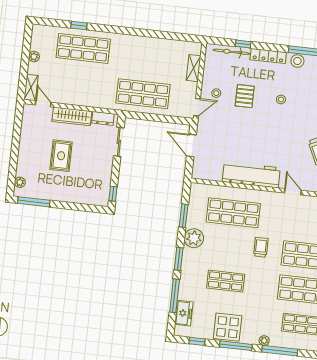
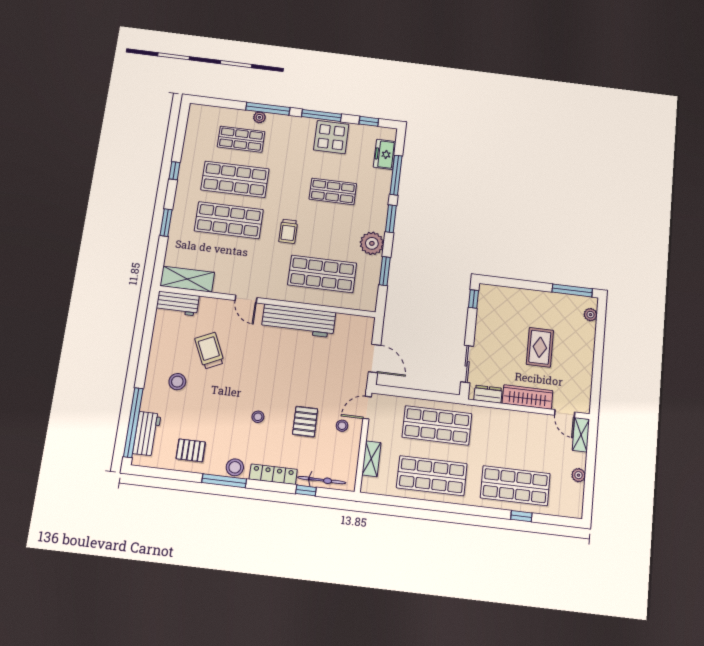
shop shelf: (147, 56) -> (432, 476), added
plant: (264, 341) -> (259, 117), moved

